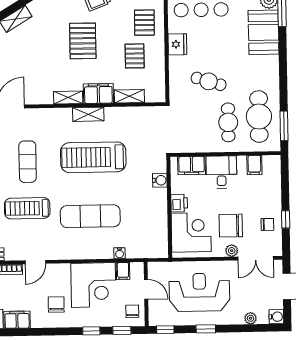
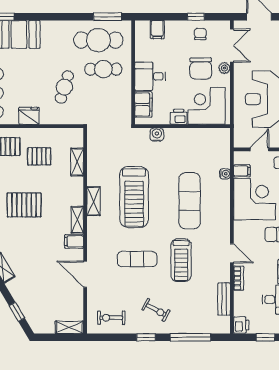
filing cabinet: (98, 94) -> (74, 241), moved, width x0.50
filing cabinet: (254, 165) -> (157, 30), moved, turned 90

